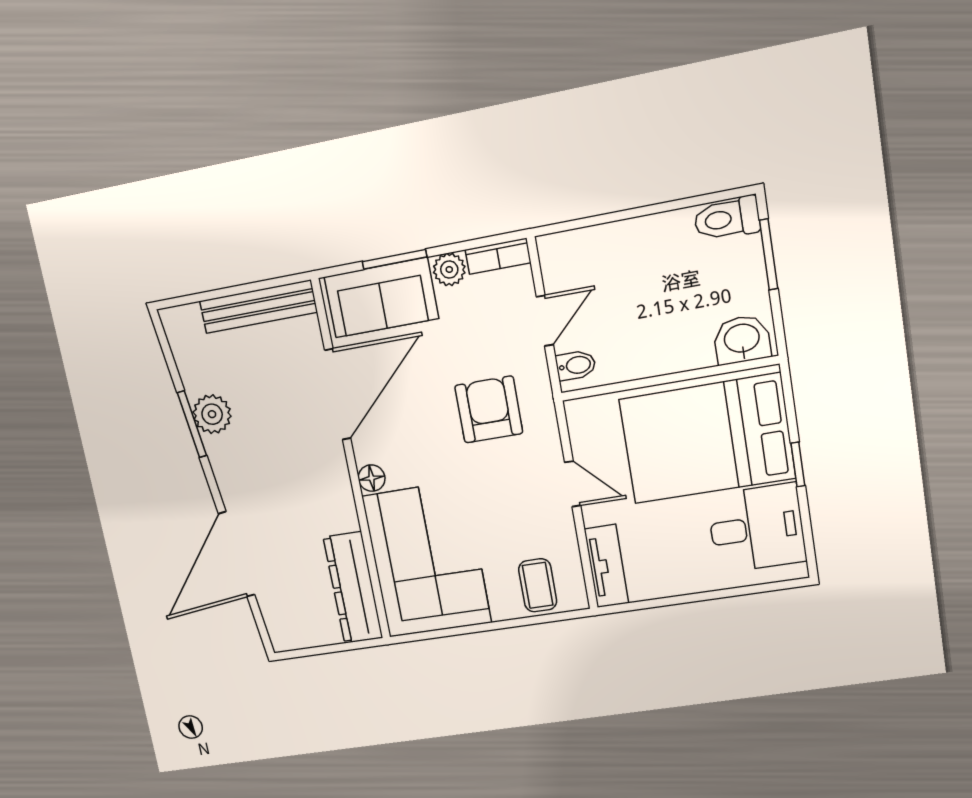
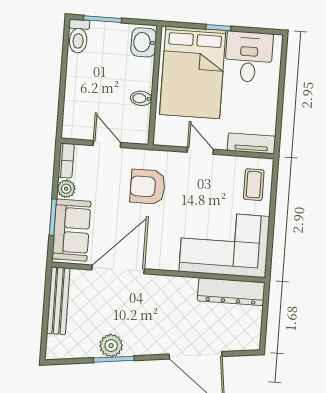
bidet: (576, 365) -> (141, 98), moved, turned -90
door: (338, 394) -> (118, 269), hinge flipped
floor lamp: (372, 478) -> (170, 263), removed
door: (573, 484) -> (200, 151), hinge flipped
coffee table: (538, 585) -> (254, 185), turned 90

